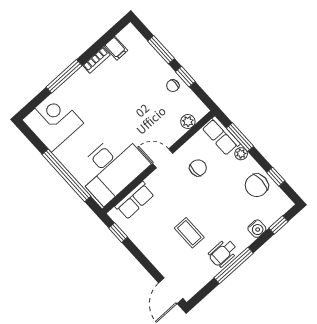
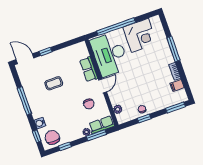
window: (161, 50) -> (175, 107), moved
corner desk: (53, 121) -> (140, 35), moved
chair: (257, 185) -> (52, 137), moved
row of seats: (135, 200) -> (89, 69), moved
window: (118, 233) -> (46, 52), moved
wheelchair: (223, 253) -> (34, 98), removed

